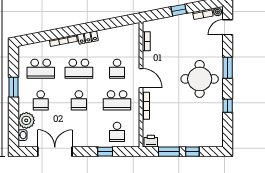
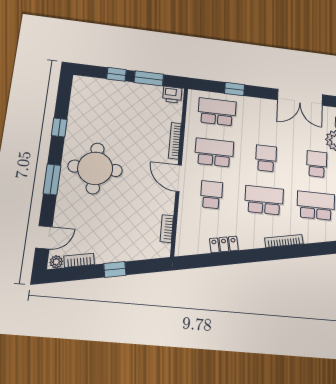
locker: (88, 38) -> (224, 244), moved
school desk: (117, 132) -> (217, 112), width x1.85

